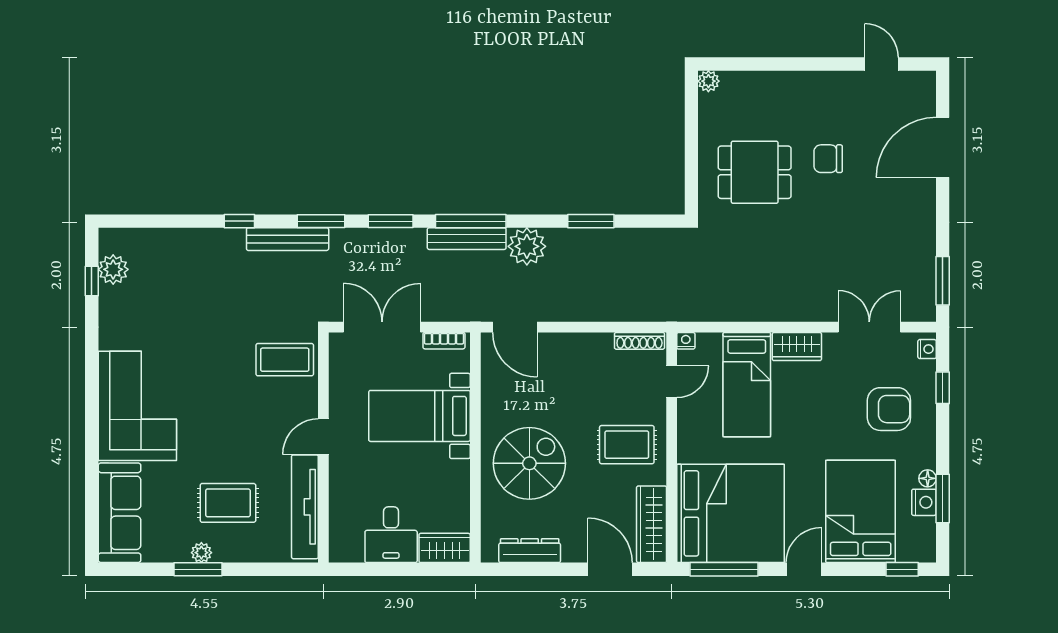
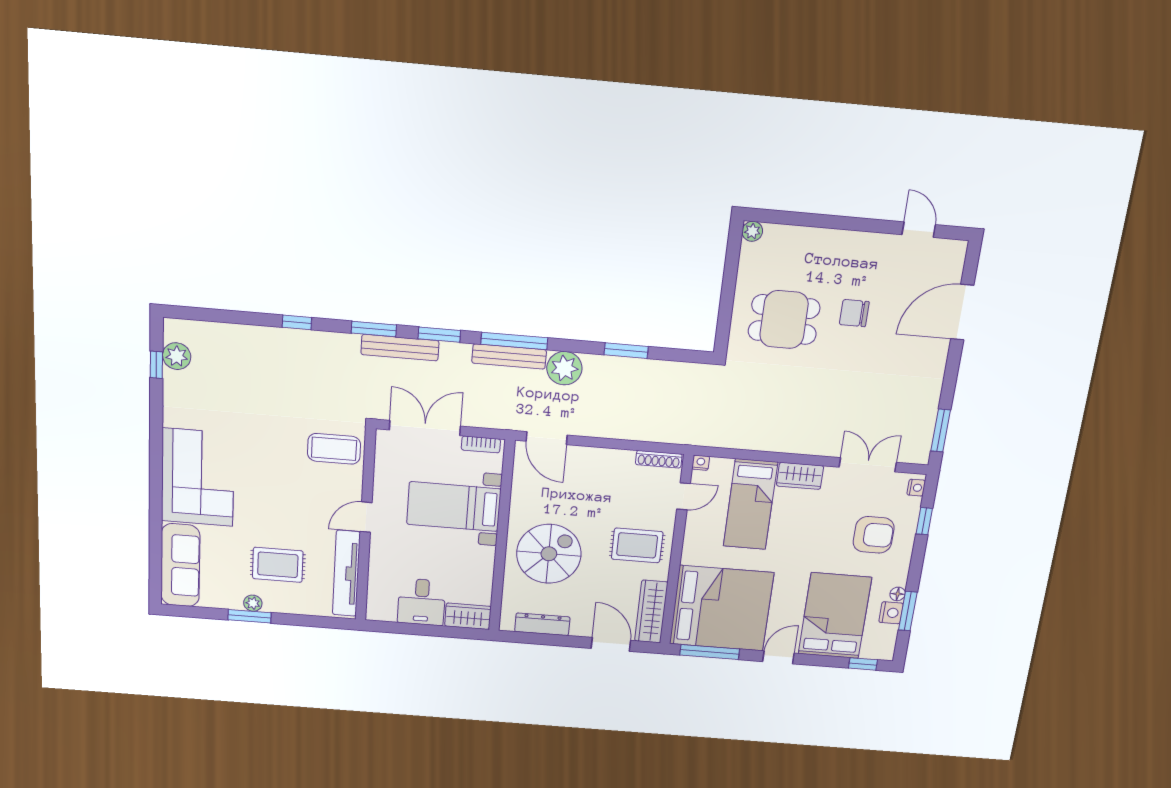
bench: (288, 239) -> (400, 348), moved

